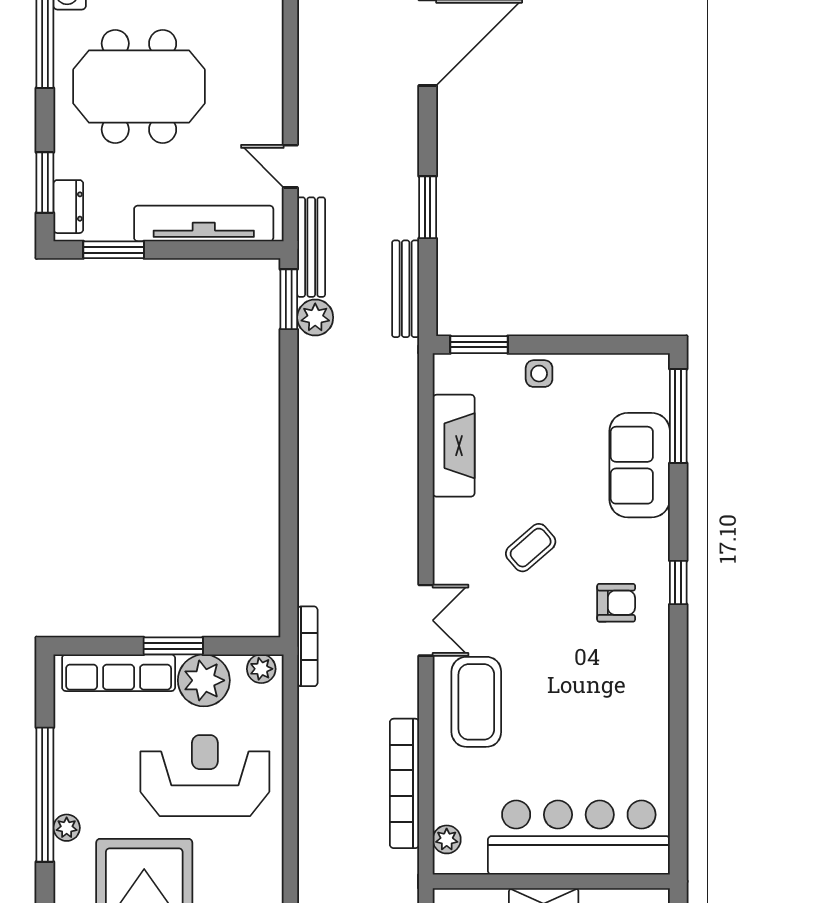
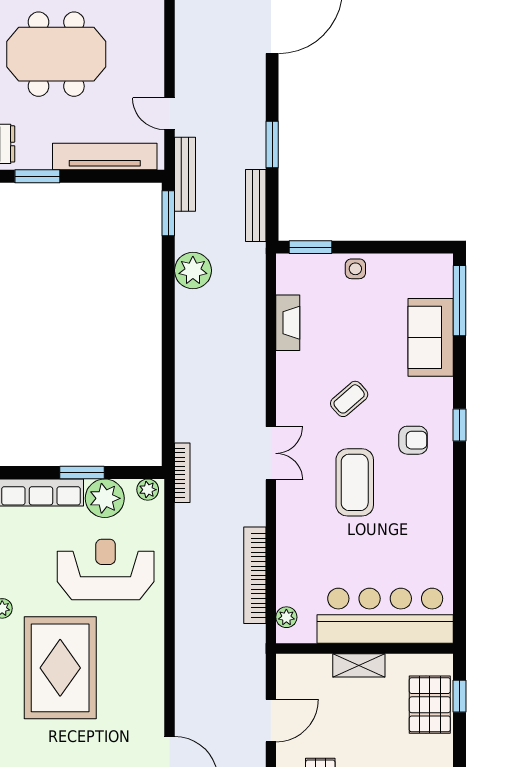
plant: (315, 317) -> (193, 270), moved, width x1.36, depth x1.36
fireplace: (454, 446) -> (288, 323), width x0.73, depth x0.76
coffee table: (476, 702) -> (355, 482), moved

